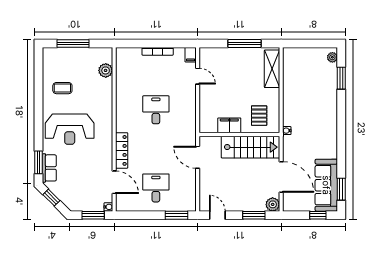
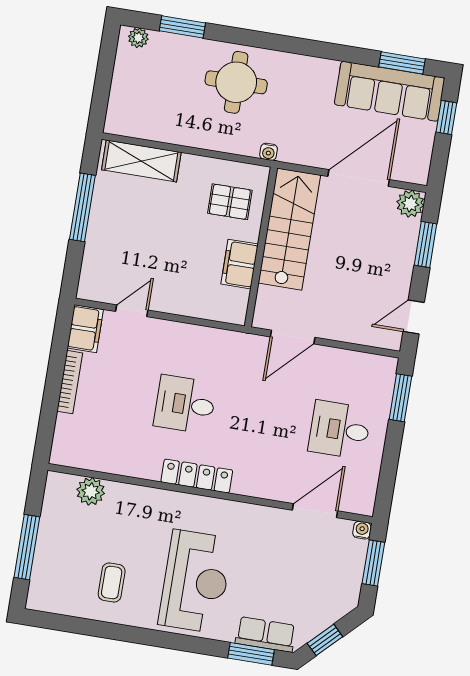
filing cabinet: (191, 55) -> (85, 329), width x2.00
round table: (318, 109) -> (236, 82), added
locker: (122, 150) -> (197, 476), moved

